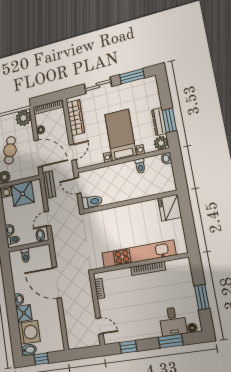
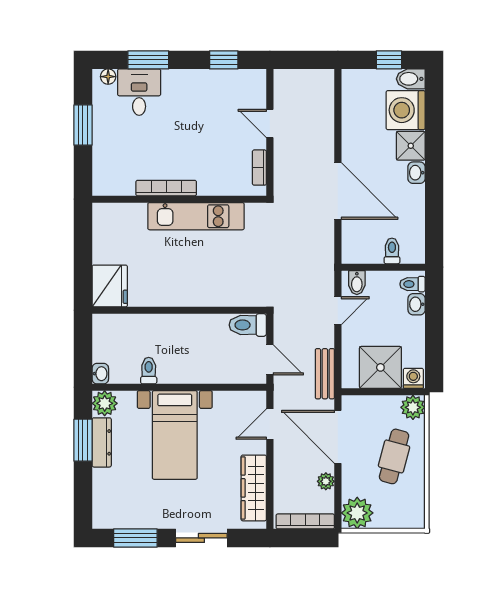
kitchen unit: (139, 254) -> (196, 216), width x0.73
door: (100, 326) -> (270, 123), moved

